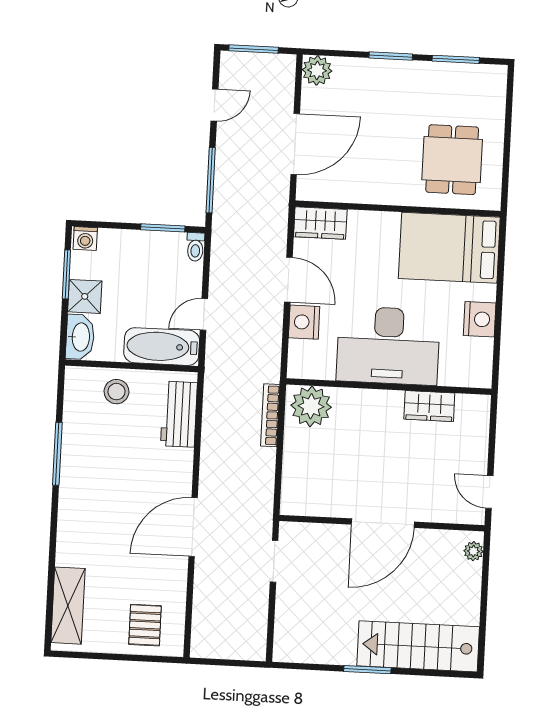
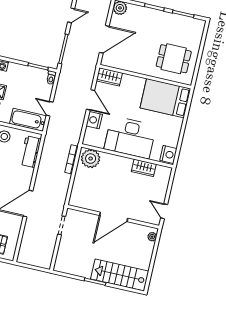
dining table: (452, 160) -> (174, 59), turned 90
door: (204, 314) -> (50, 109), hinge flipped
nightstand: (480, 319) -> (168, 154), moved

